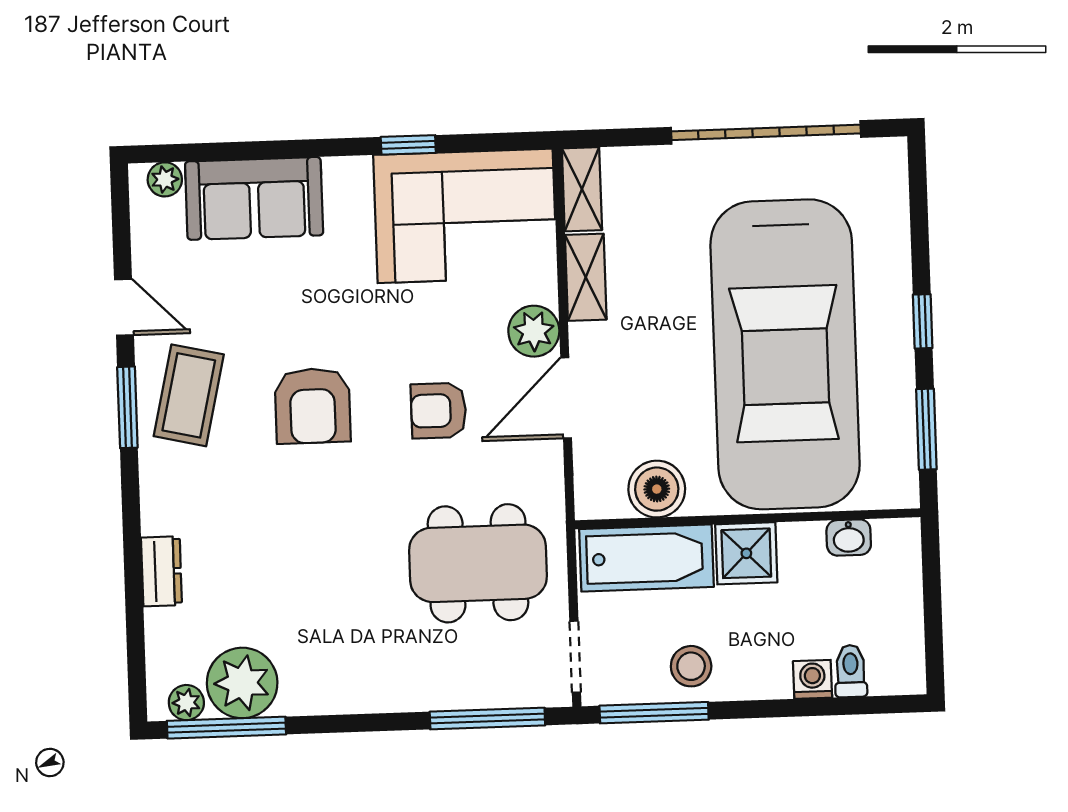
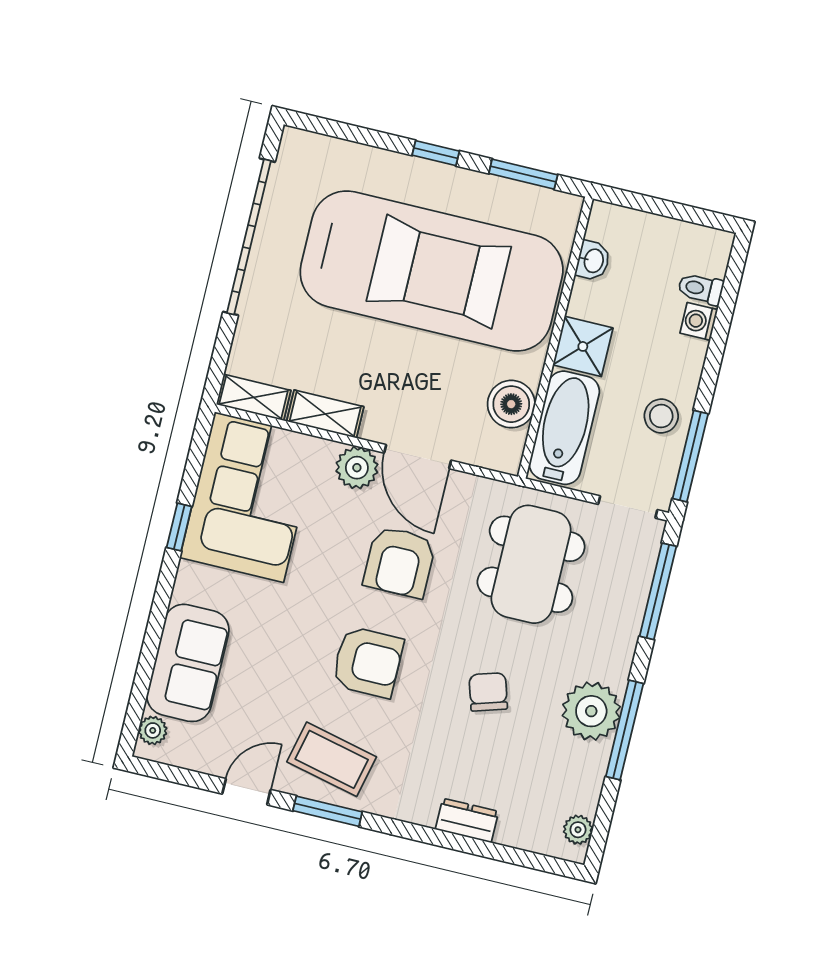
armchair: (439, 411) -> (400, 562), width x1.38, depth x1.38
chair: (317, 555) -> (488, 692), added
plant: (242, 683) -> (591, 711), moved
window: (226, 728) -> (625, 730), moved

